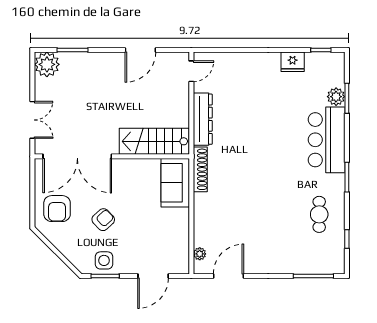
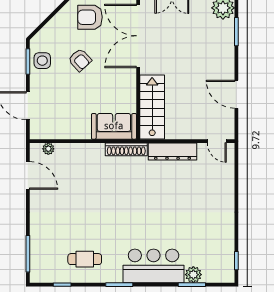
fridge: (293, 62) -> (225, 235), removed

